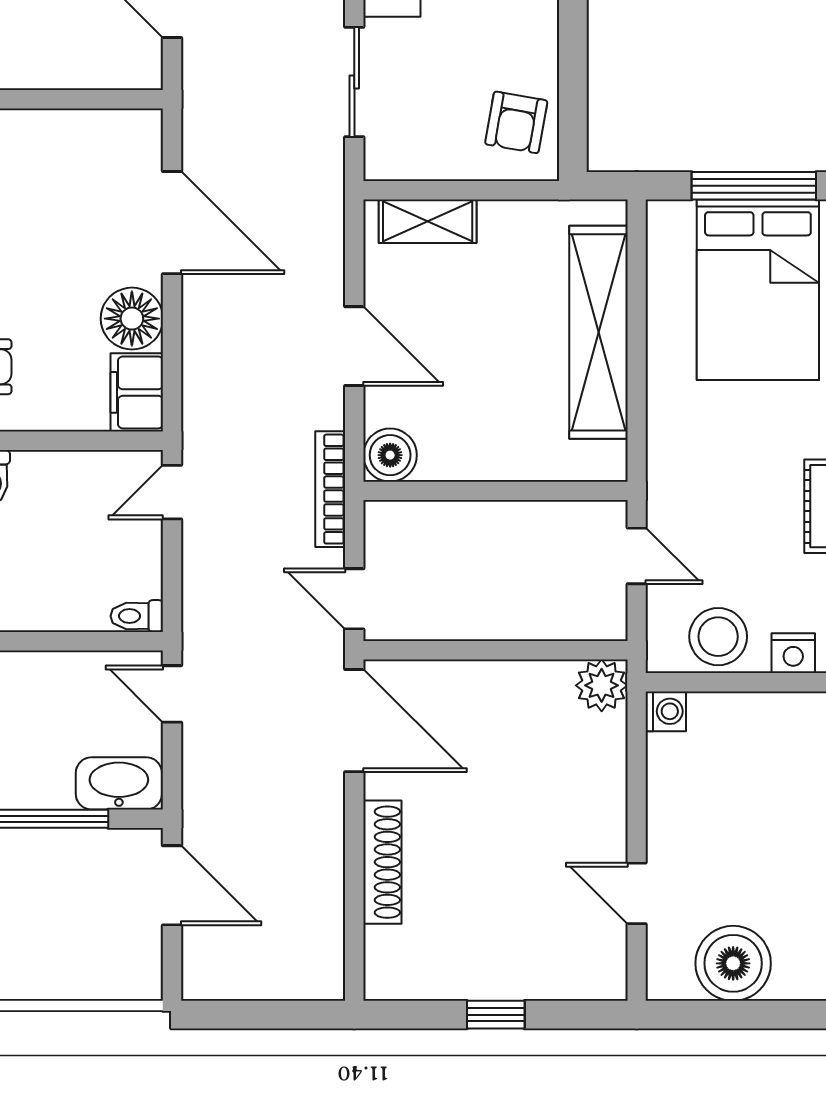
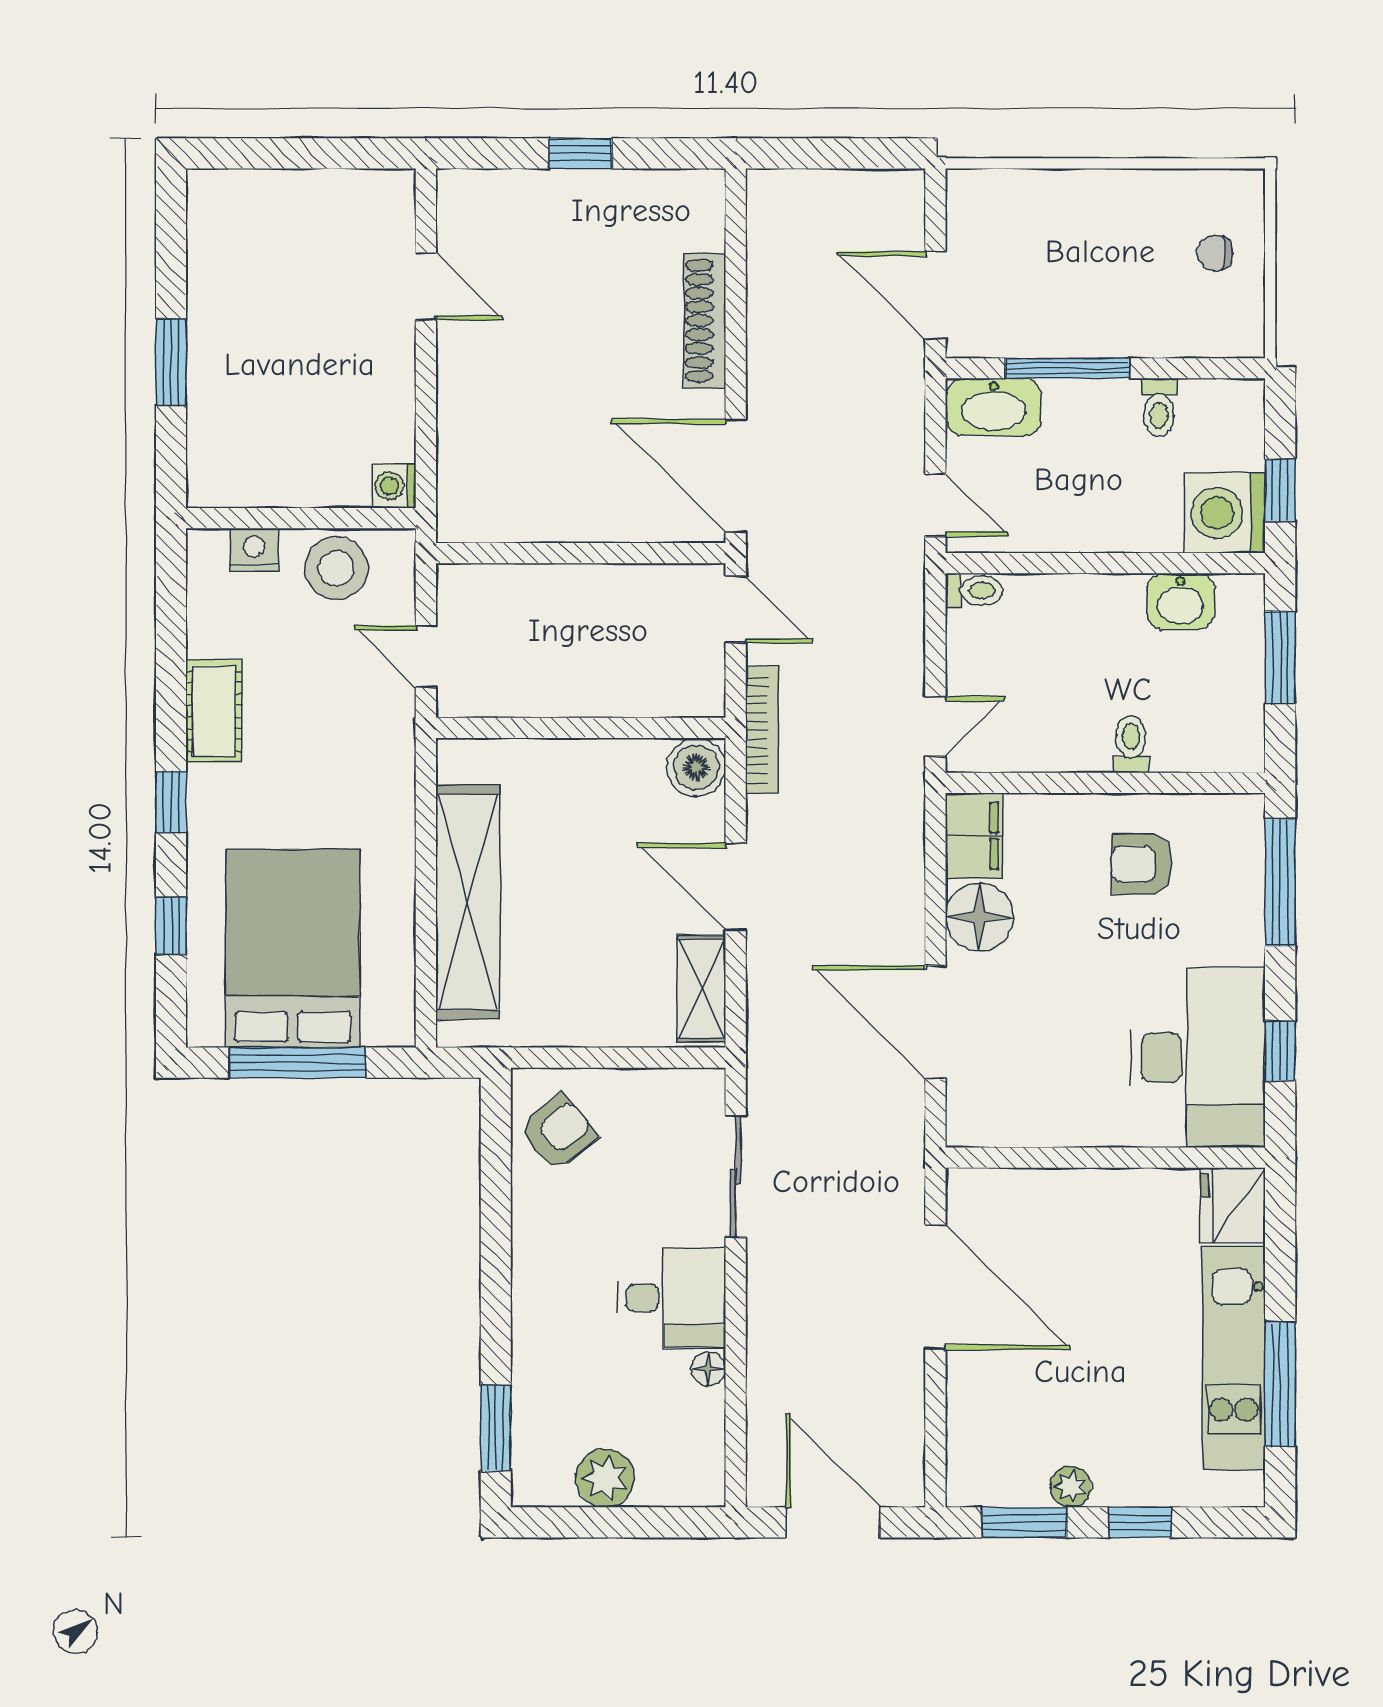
armchair: (516, 122) -> (558, 1132), turned 40
shelving: (428, 221) -> (702, 989), moved, turned 90
plant: (602, 685) -> (464, 515), removed
boiler: (733, 963) -> (320, 210), removed

